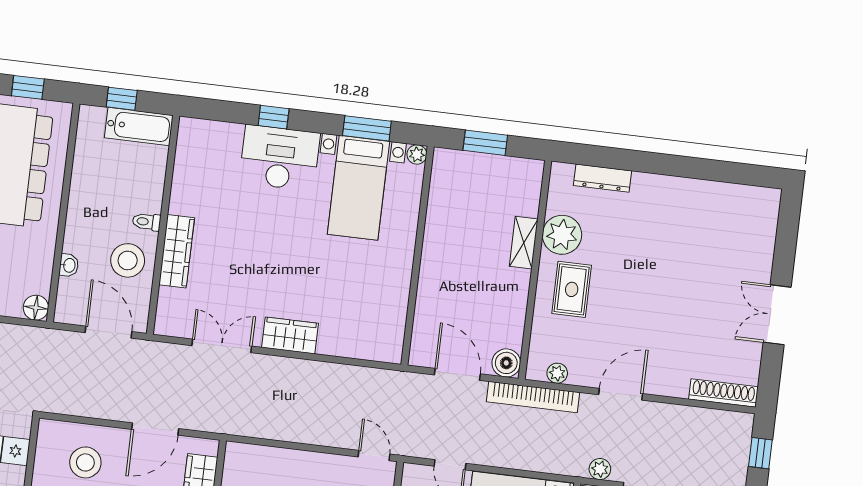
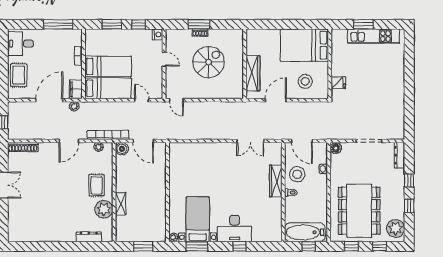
bathtub: (139, 127) -> (305, 232), width x1.36, depth x1.36
wardrobe: (290, 335) -> (220, 149), removed

